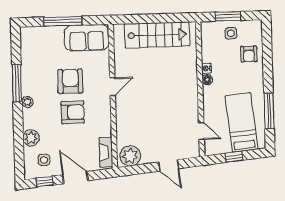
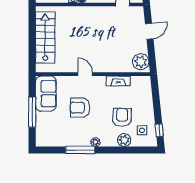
armchair: (73, 112) -> (122, 117), moved
fireplace: (106, 152) -> (118, 81), moved
door: (75, 178) -> (157, 106), removed

